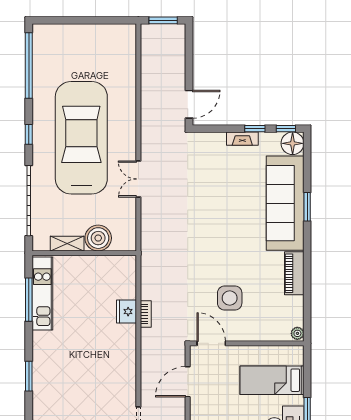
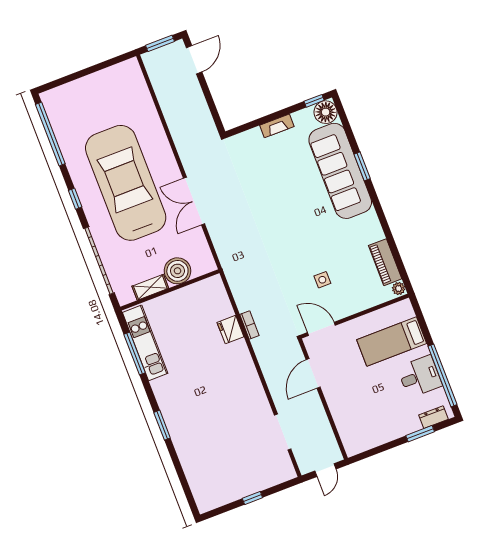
door: (189, 104) -> (194, 60), moved
window: (255, 129) -> (285, 112), removed
double door: (138, 179) -> (194, 201), width x1.37
piano: (294, 273) -> (385, 262), moved
side table: (230, 298) -> (322, 280), width x0.54, depth x0.54

